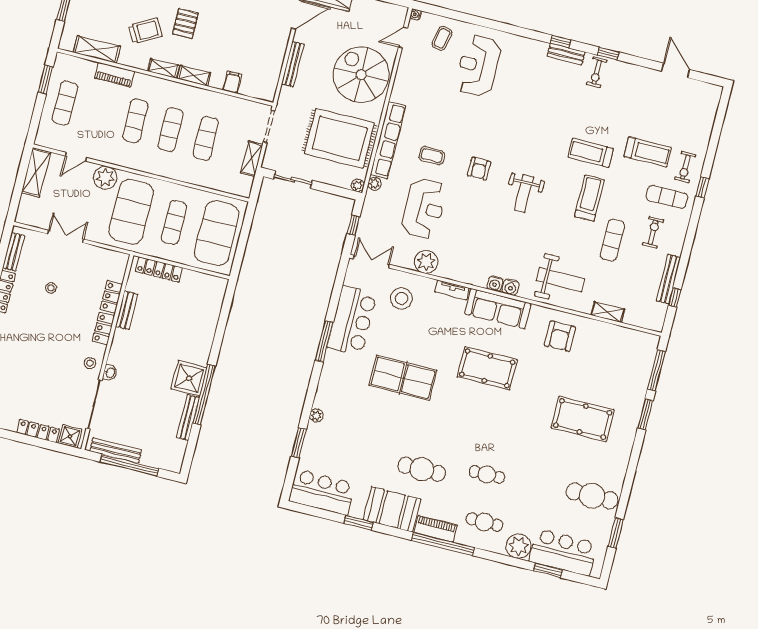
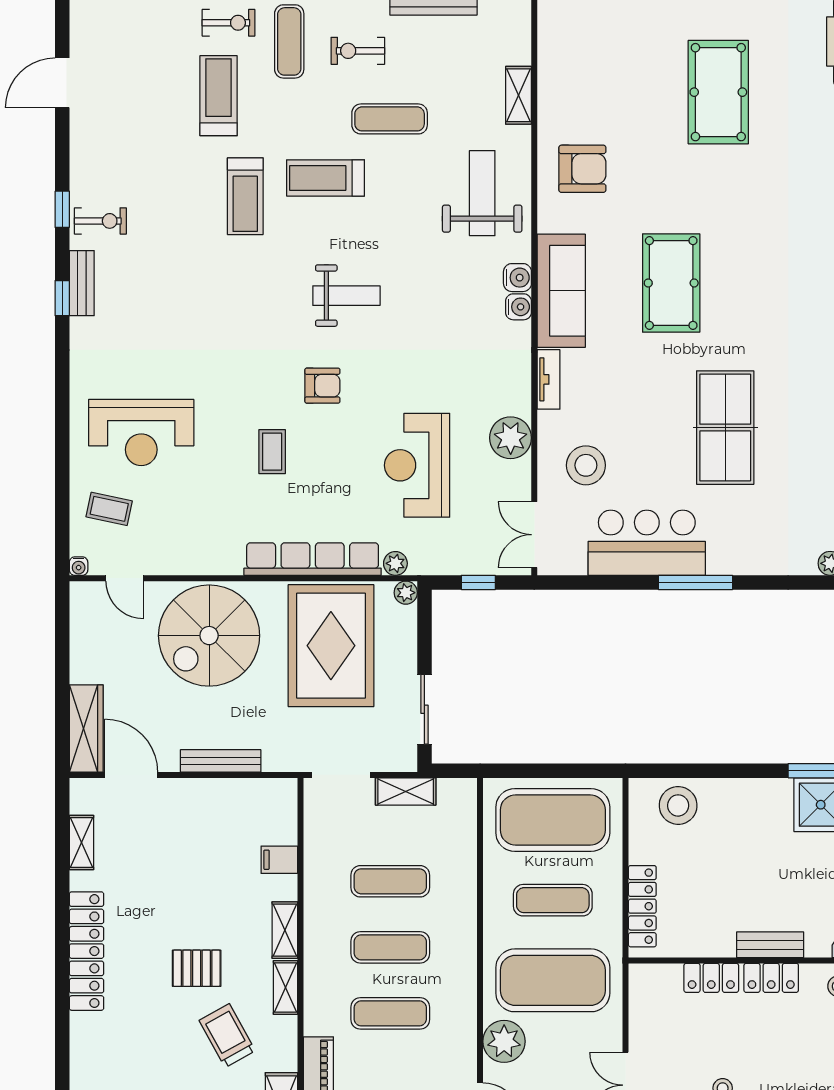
coffee table: (432, 156) -> (272, 452), moved
reception desk: (424, 208) -> (417, 465), turned -90
stool: (208, 302) -> (678, 805), added
bench: (127, 310) -> (770, 945), moved

